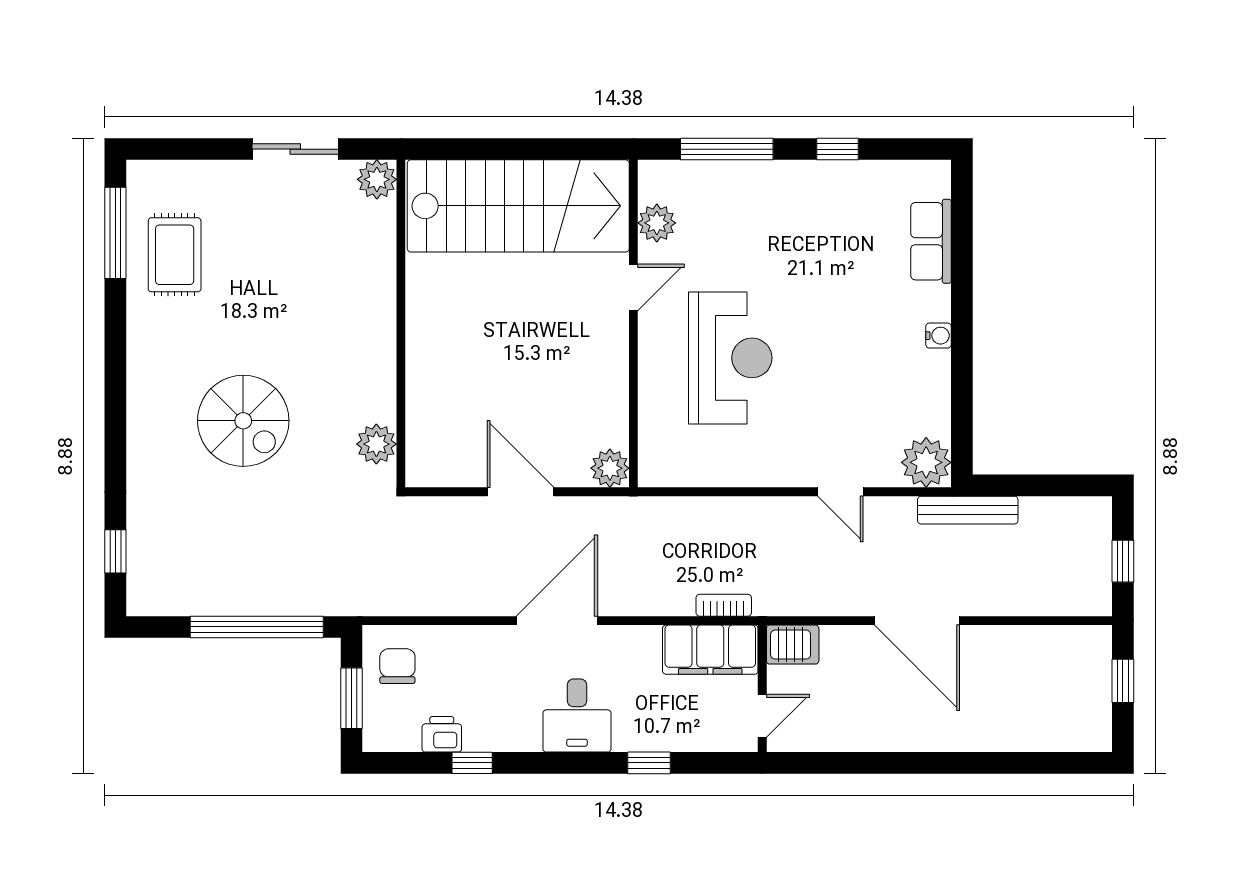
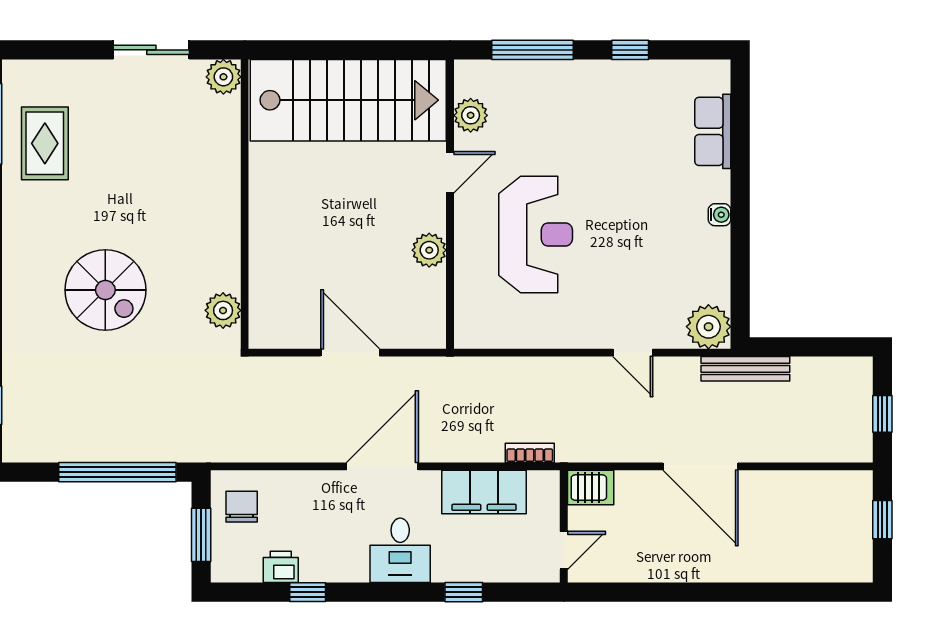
plant: (610, 468) -> (429, 250), moved
filing cabinet: (710, 650) -> (484, 492), moved

